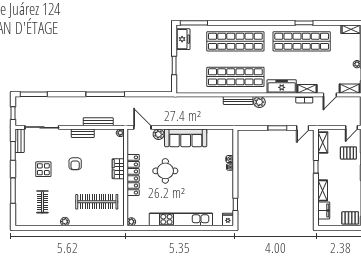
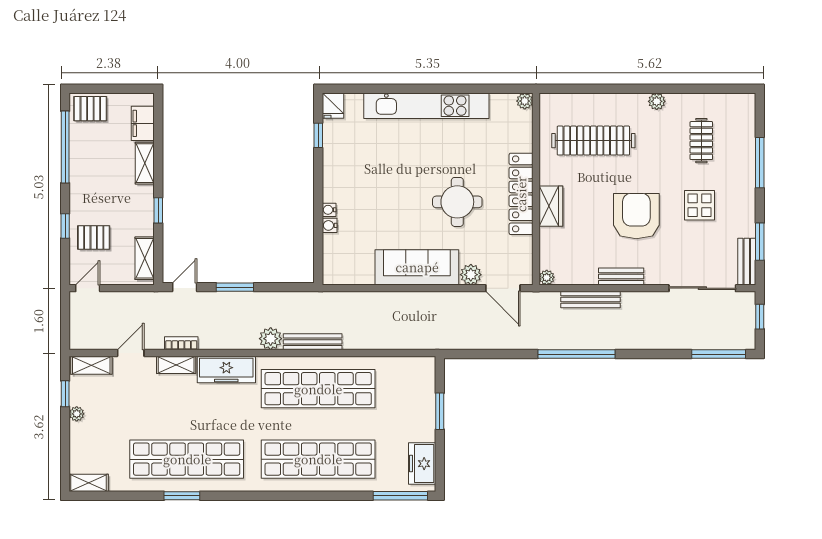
armchair: (75, 164) -> (636, 216), width x1.88, depth x1.88

